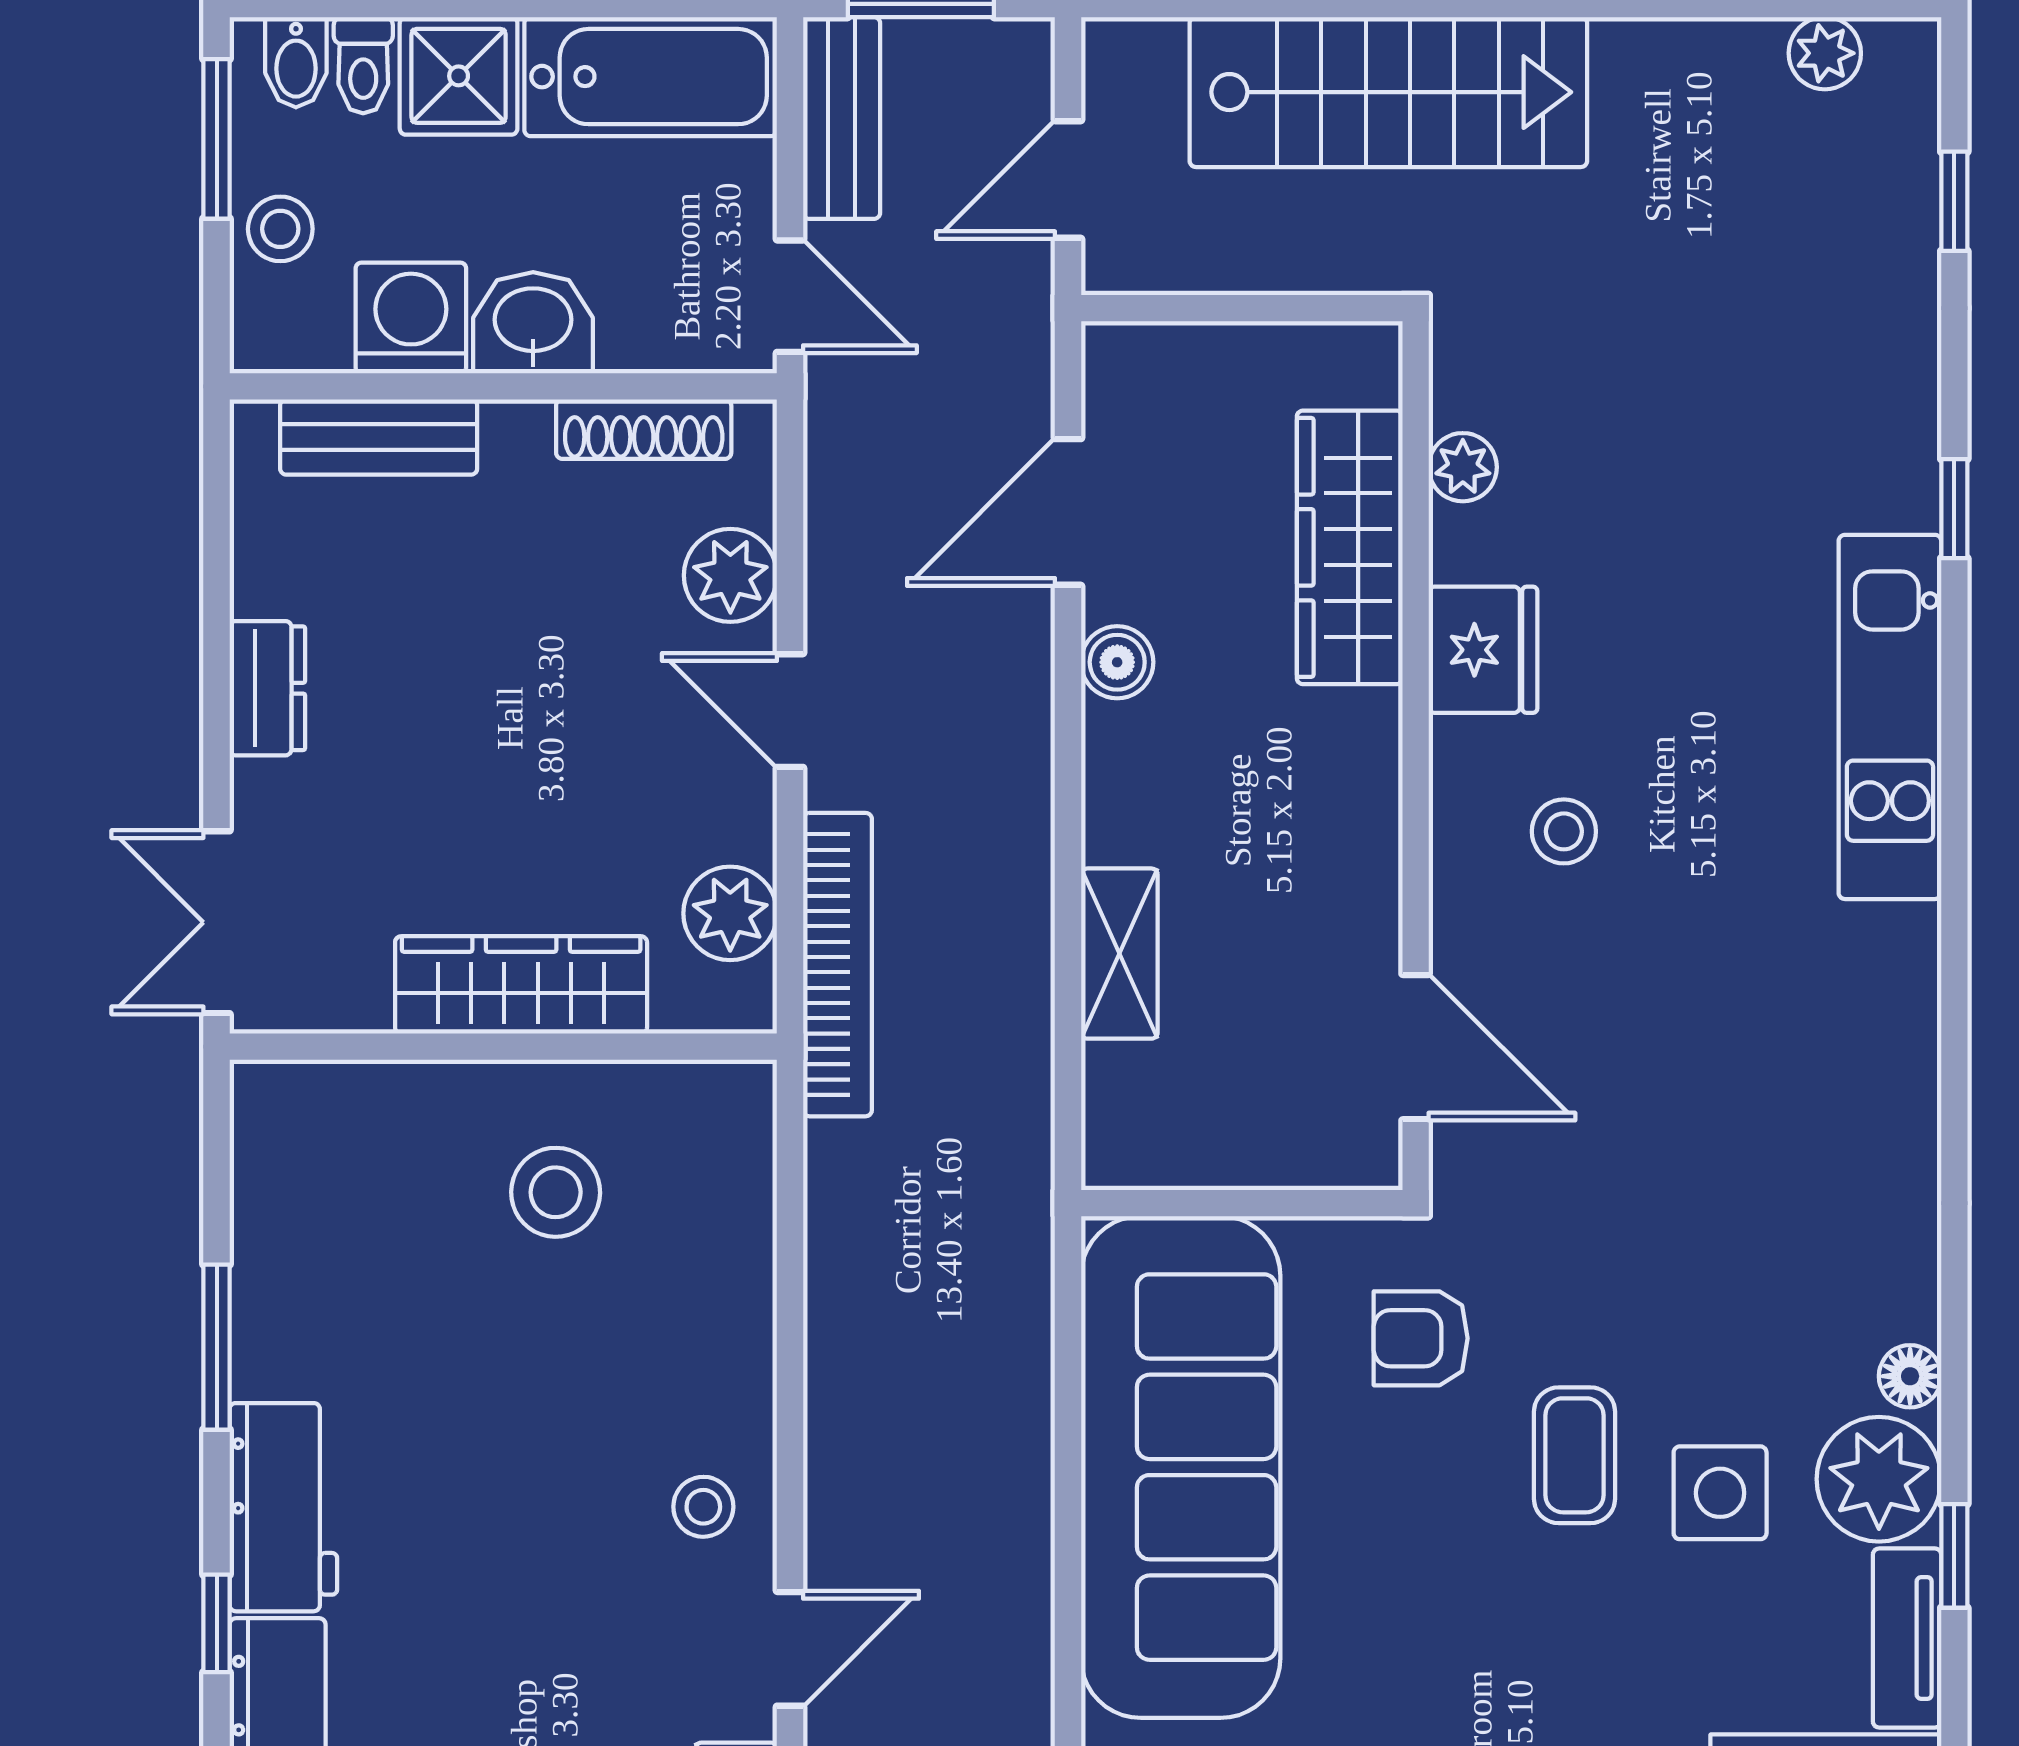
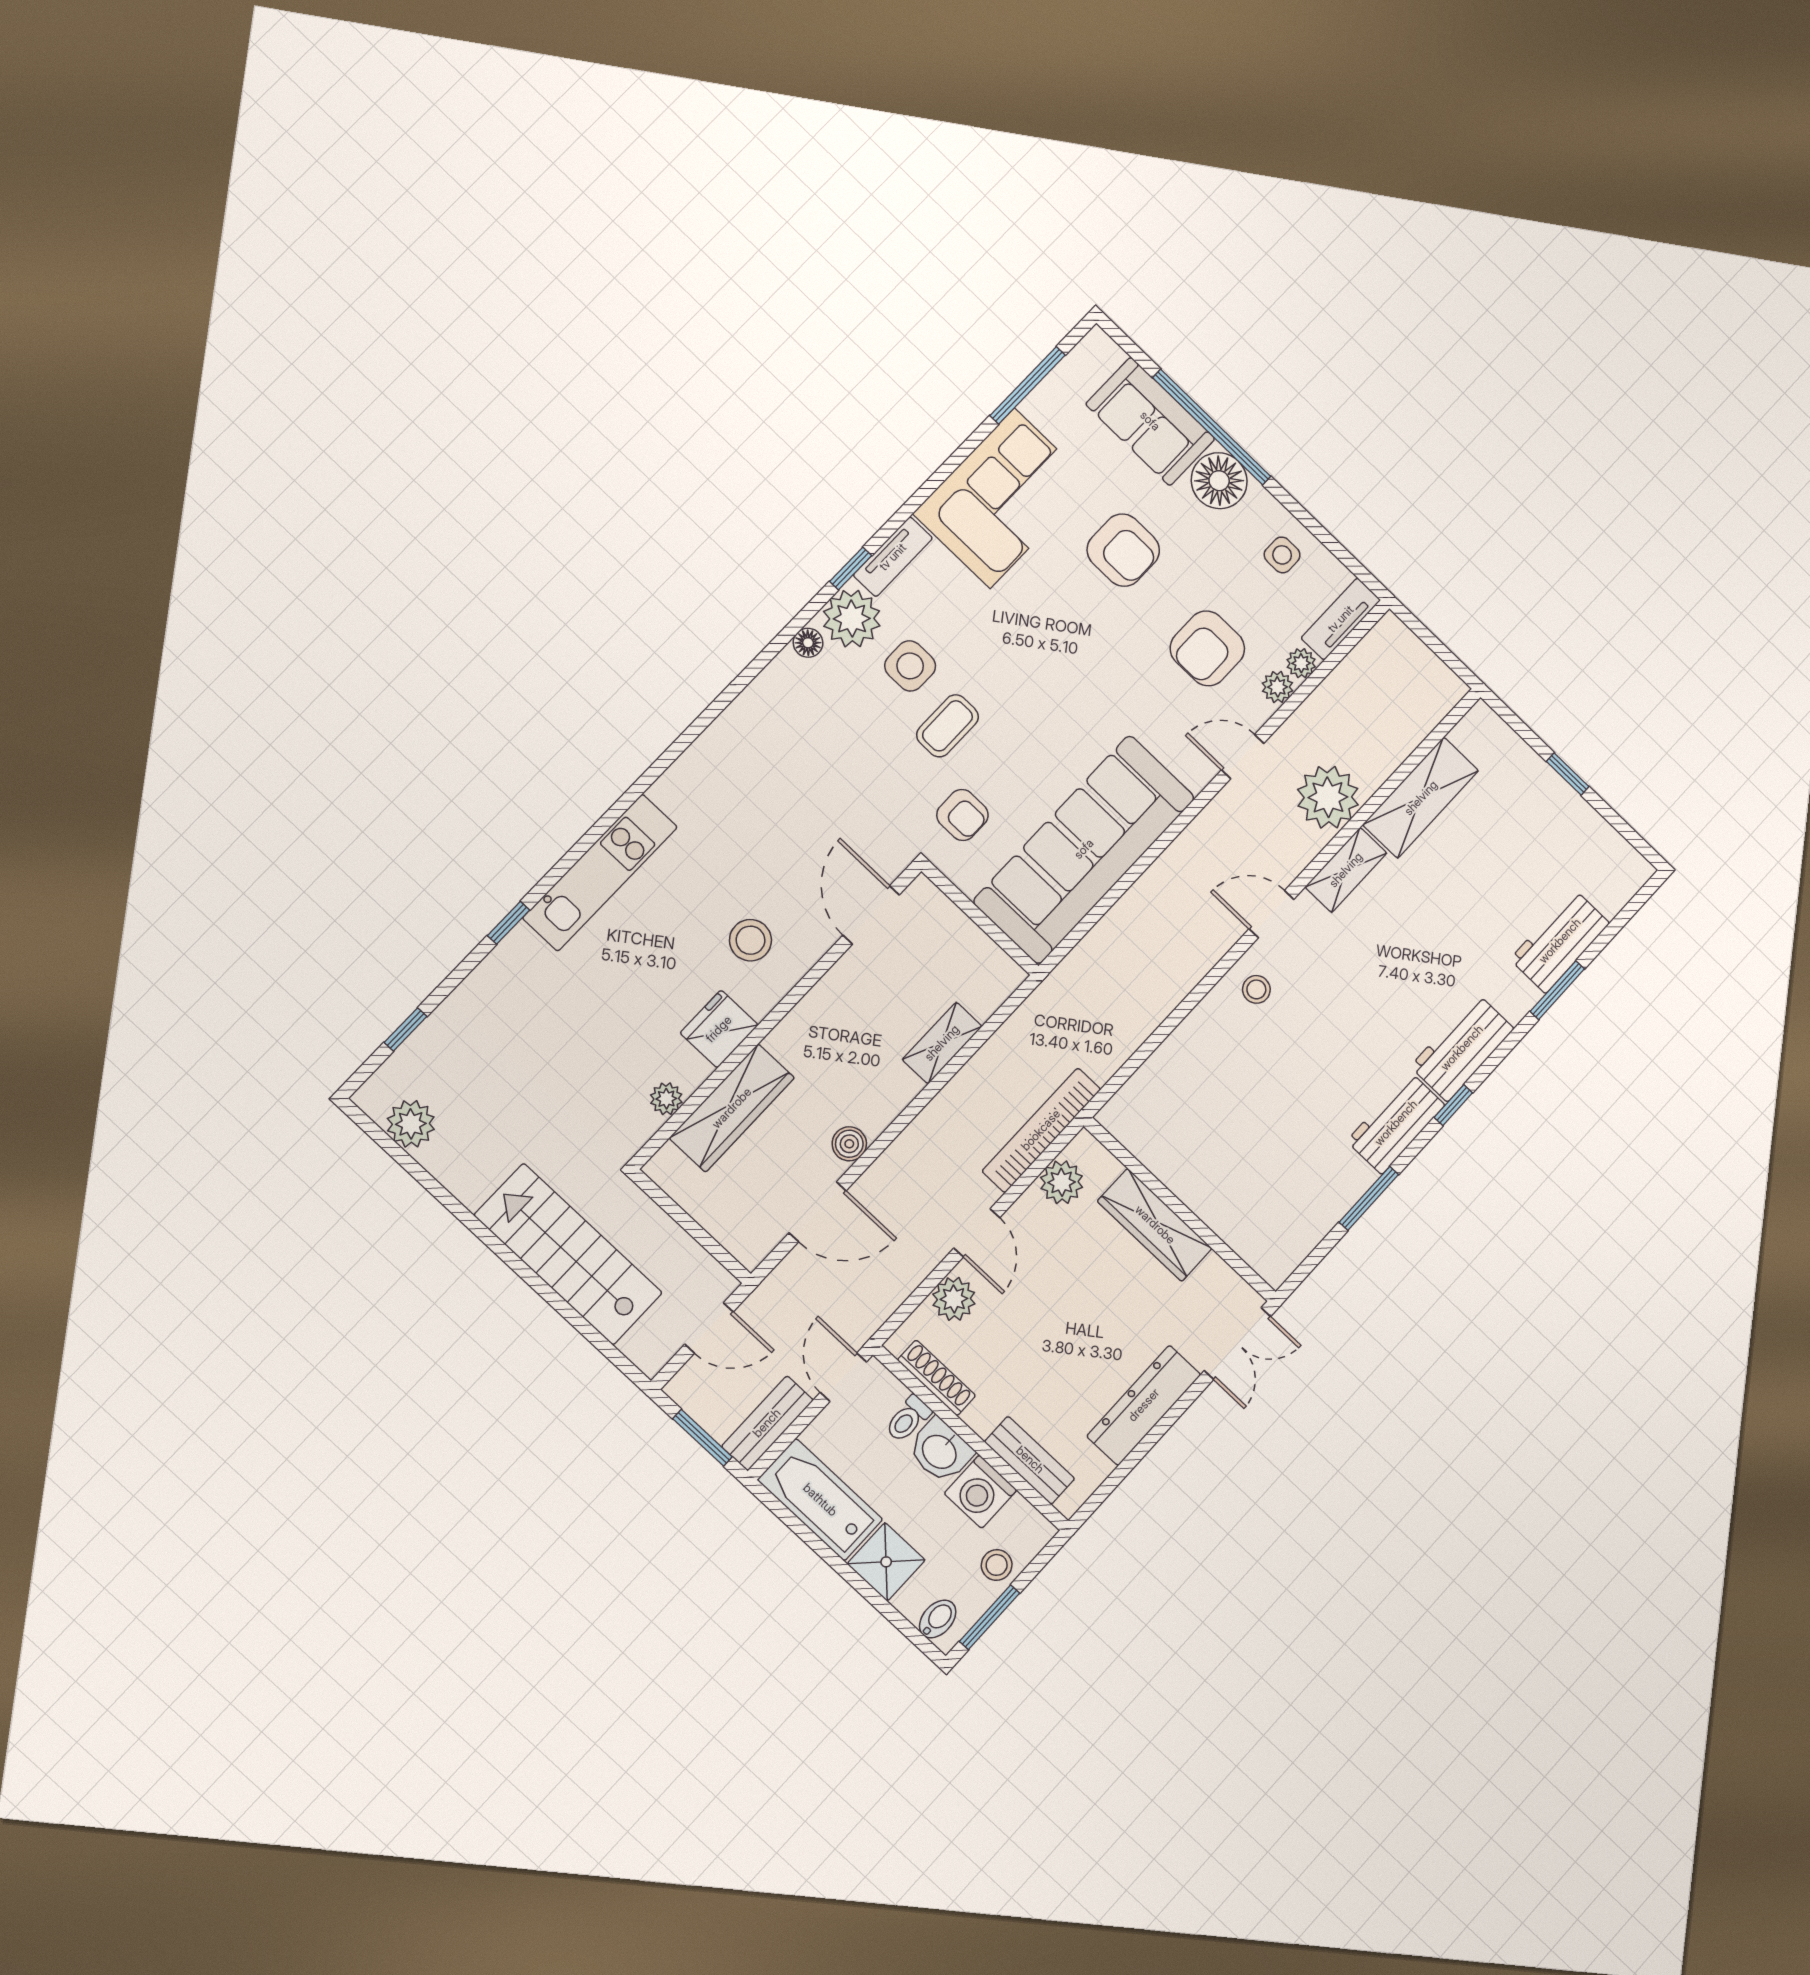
plant: (1825, 53) -> (411, 1124), width x1.38, depth x1.38
toilet: (363, 65) -> (908, 1419), moved, turned 180
dresser: (267, 688) -> (1144, 1405), width x1.96, depth x1.24
stool: (1564, 831) -> (750, 940), width x1.37, depth x1.37
stool: (556, 1192) -> (1208, 1143), removed

